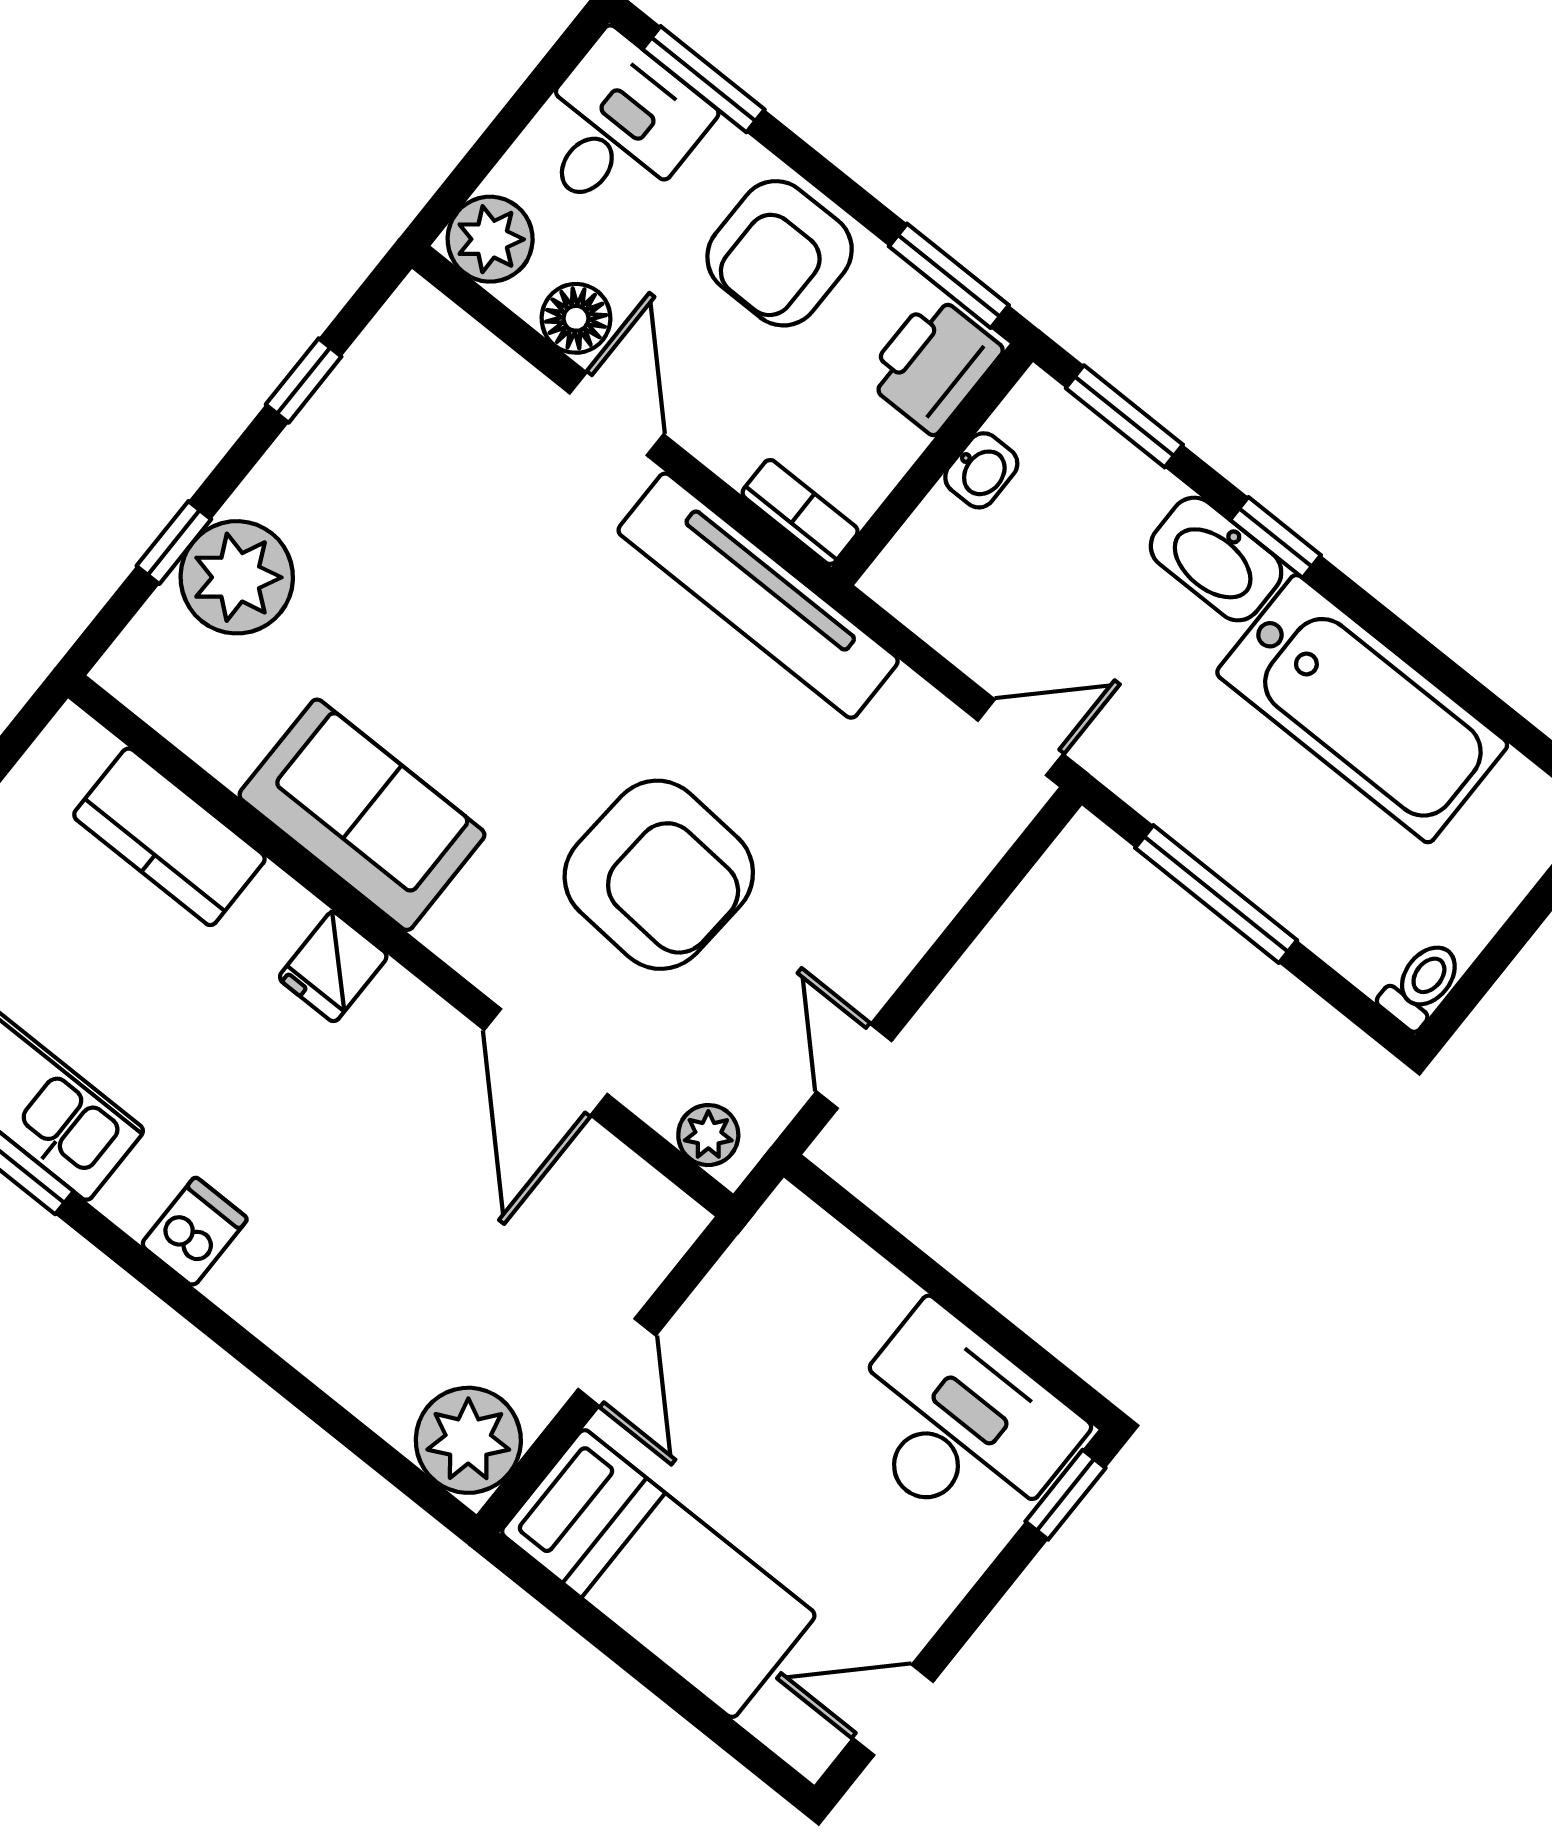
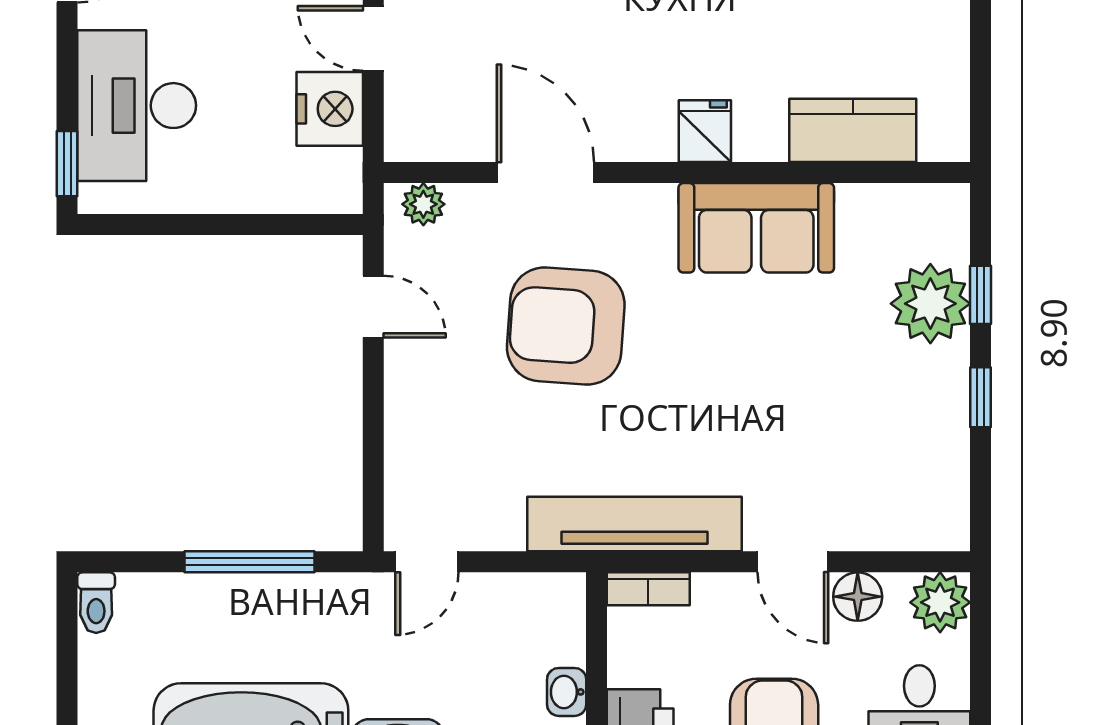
window: (304, 381) -> (981, 397), moved
nightstand: (727, 1323) -> (330, 109), added
desk: (958, 1425) -> (137, 106), moved, turned 90

